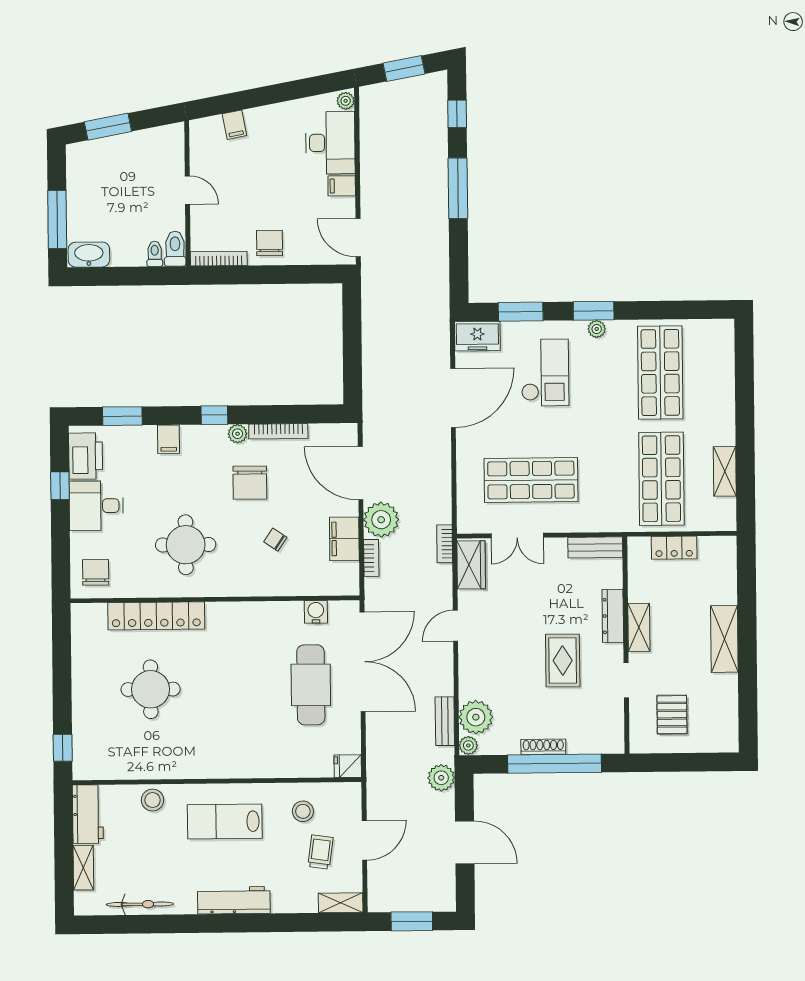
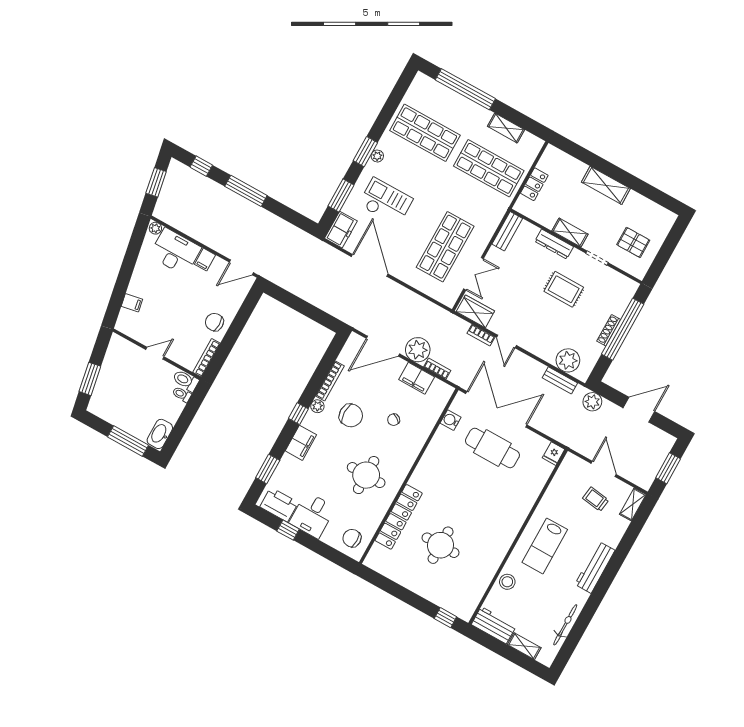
window: (744, 392) -> (465, 89), added
filing cabinet: (169, 439) -> (301, 443), width x2.00
bookcase: (445, 544) -> (481, 335), moved
plant: (468, 745) -> (582, 375), removed
stool: (303, 811) -> (565, 496), removed

